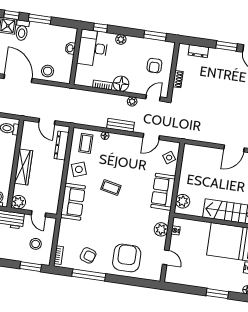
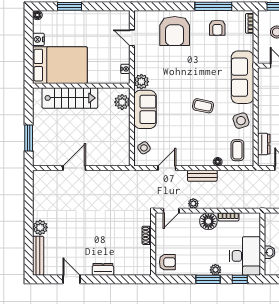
window: (155, 36) -> (208, 279), moved
window: (226, 46) -> (99, 279), removed
dresser: (198, 51) -> (103, 269), moved
armchair: (154, 66) -> (167, 262), moved, turned 90
dresser: (62, 146) -> (264, 144), width x0.70
sofa: (73, 202) -> (242, 77), width x1.36
plant: (161, 229) -> (141, 82), moved
armchair: (88, 255) -> (217, 28), turned -108

